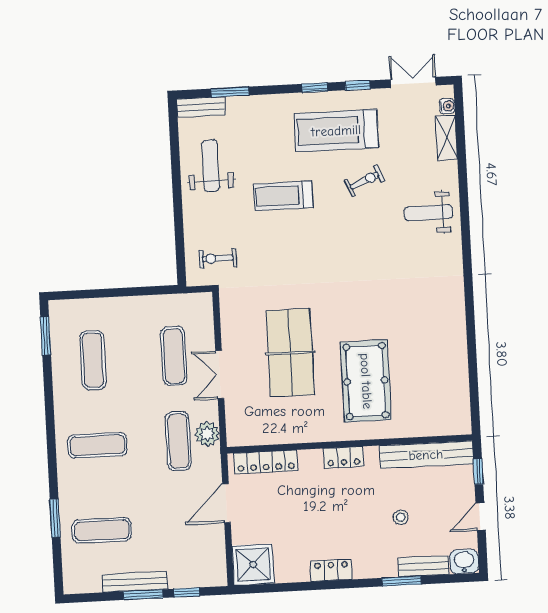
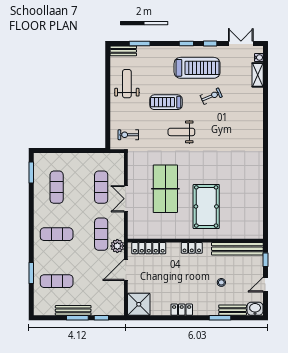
treadmill: (336, 131) -> (197, 68), turned 180
weight bench: (429, 213) -> (181, 132), moved
plant: (207, 434) -> (117, 246), moved

